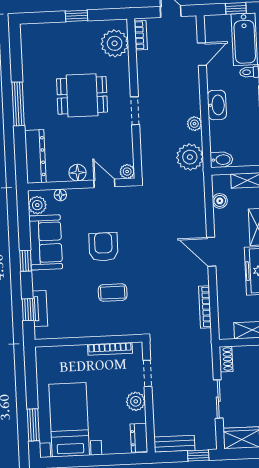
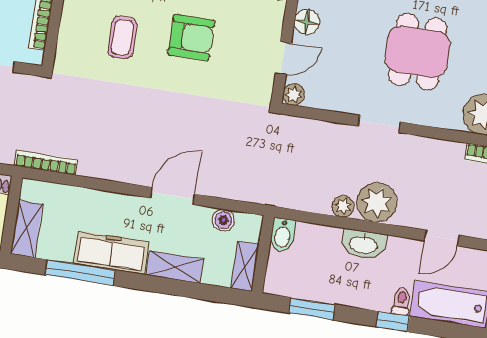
door: (202, 54) -> (442, 238), hinge flipped
plant: (190, 157) -> (377, 202), moved
door: (211, 252) -> (173, 196), moved
bookcase: (205, 307) -> (46, 163), moved

